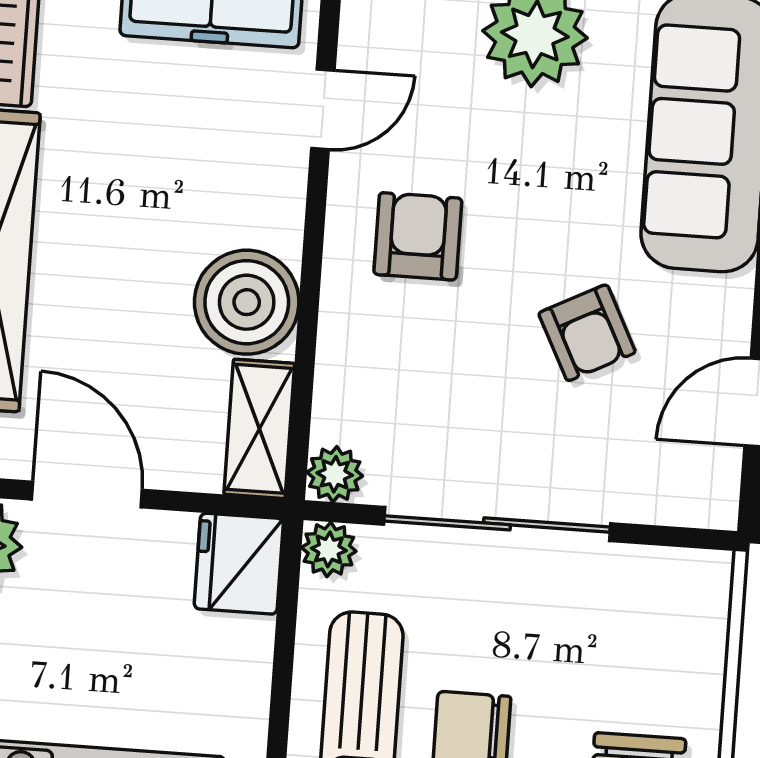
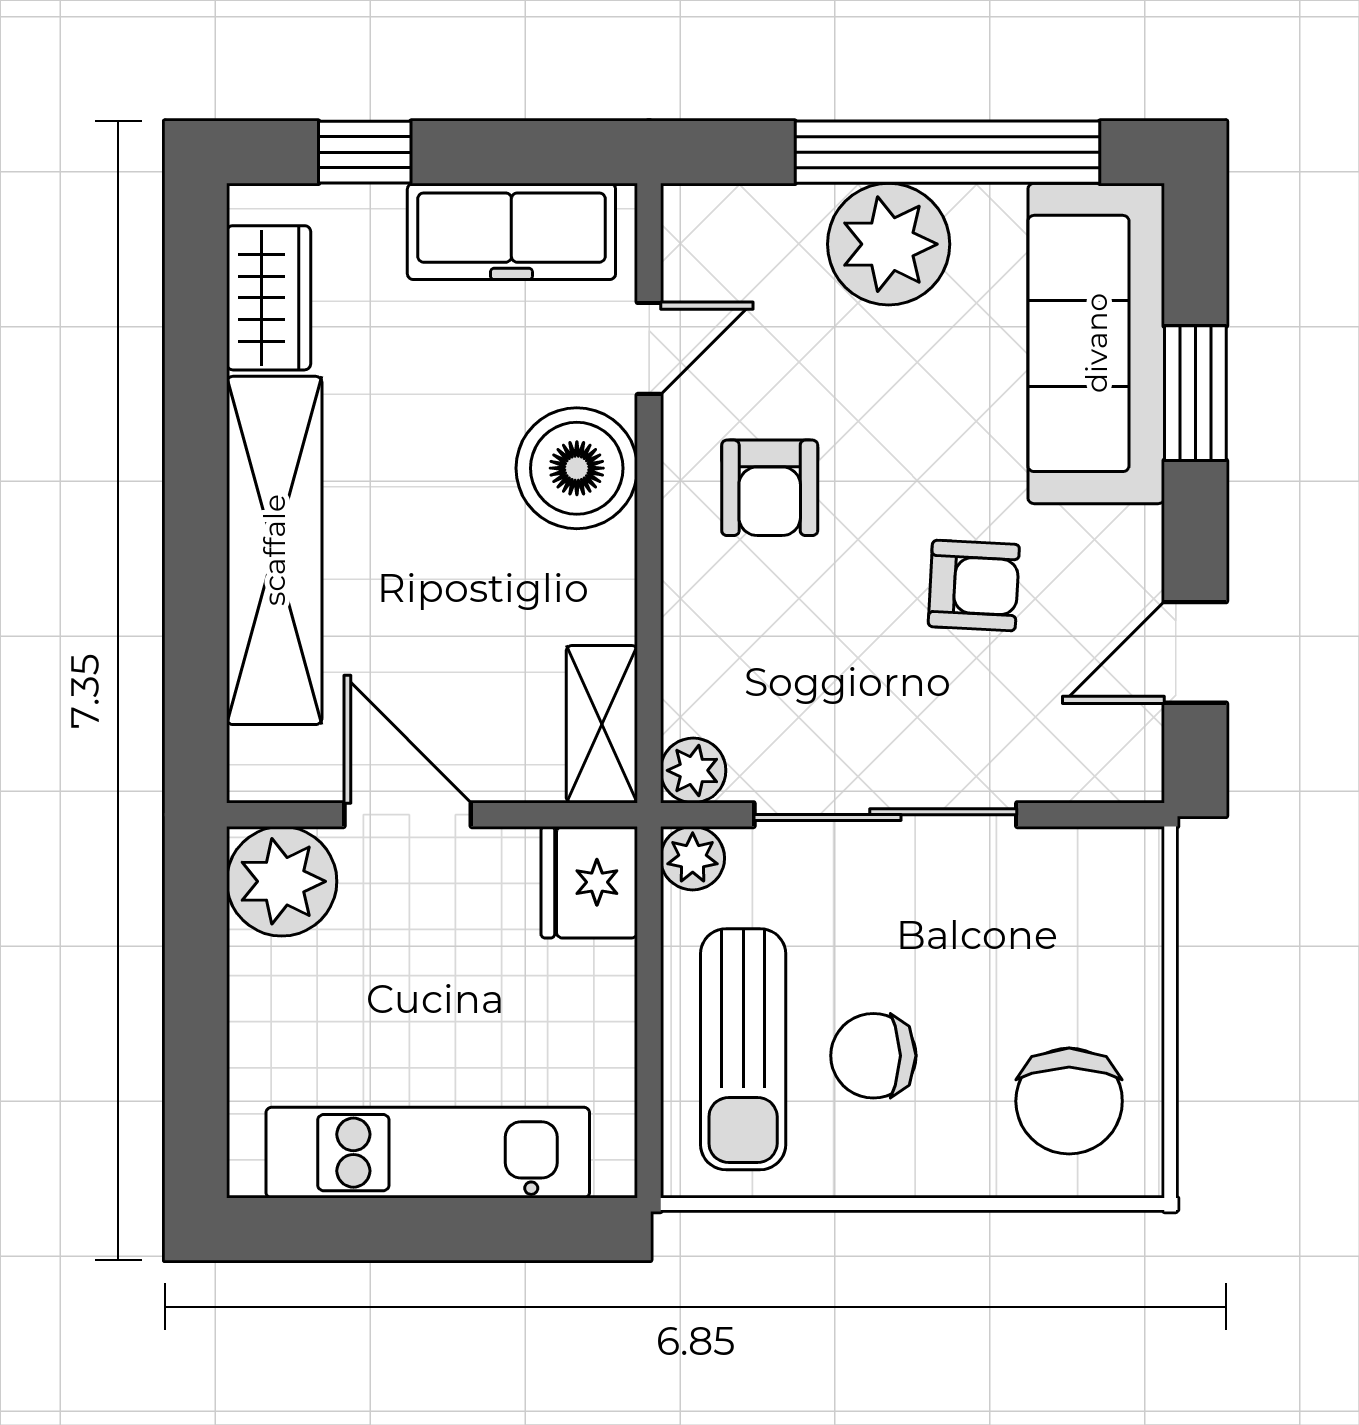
armchair: (418, 236) -> (770, 488), turned 180
boiler: (247, 302) -> (577, 468), moved
armchair: (587, 333) -> (974, 586), turned -60

